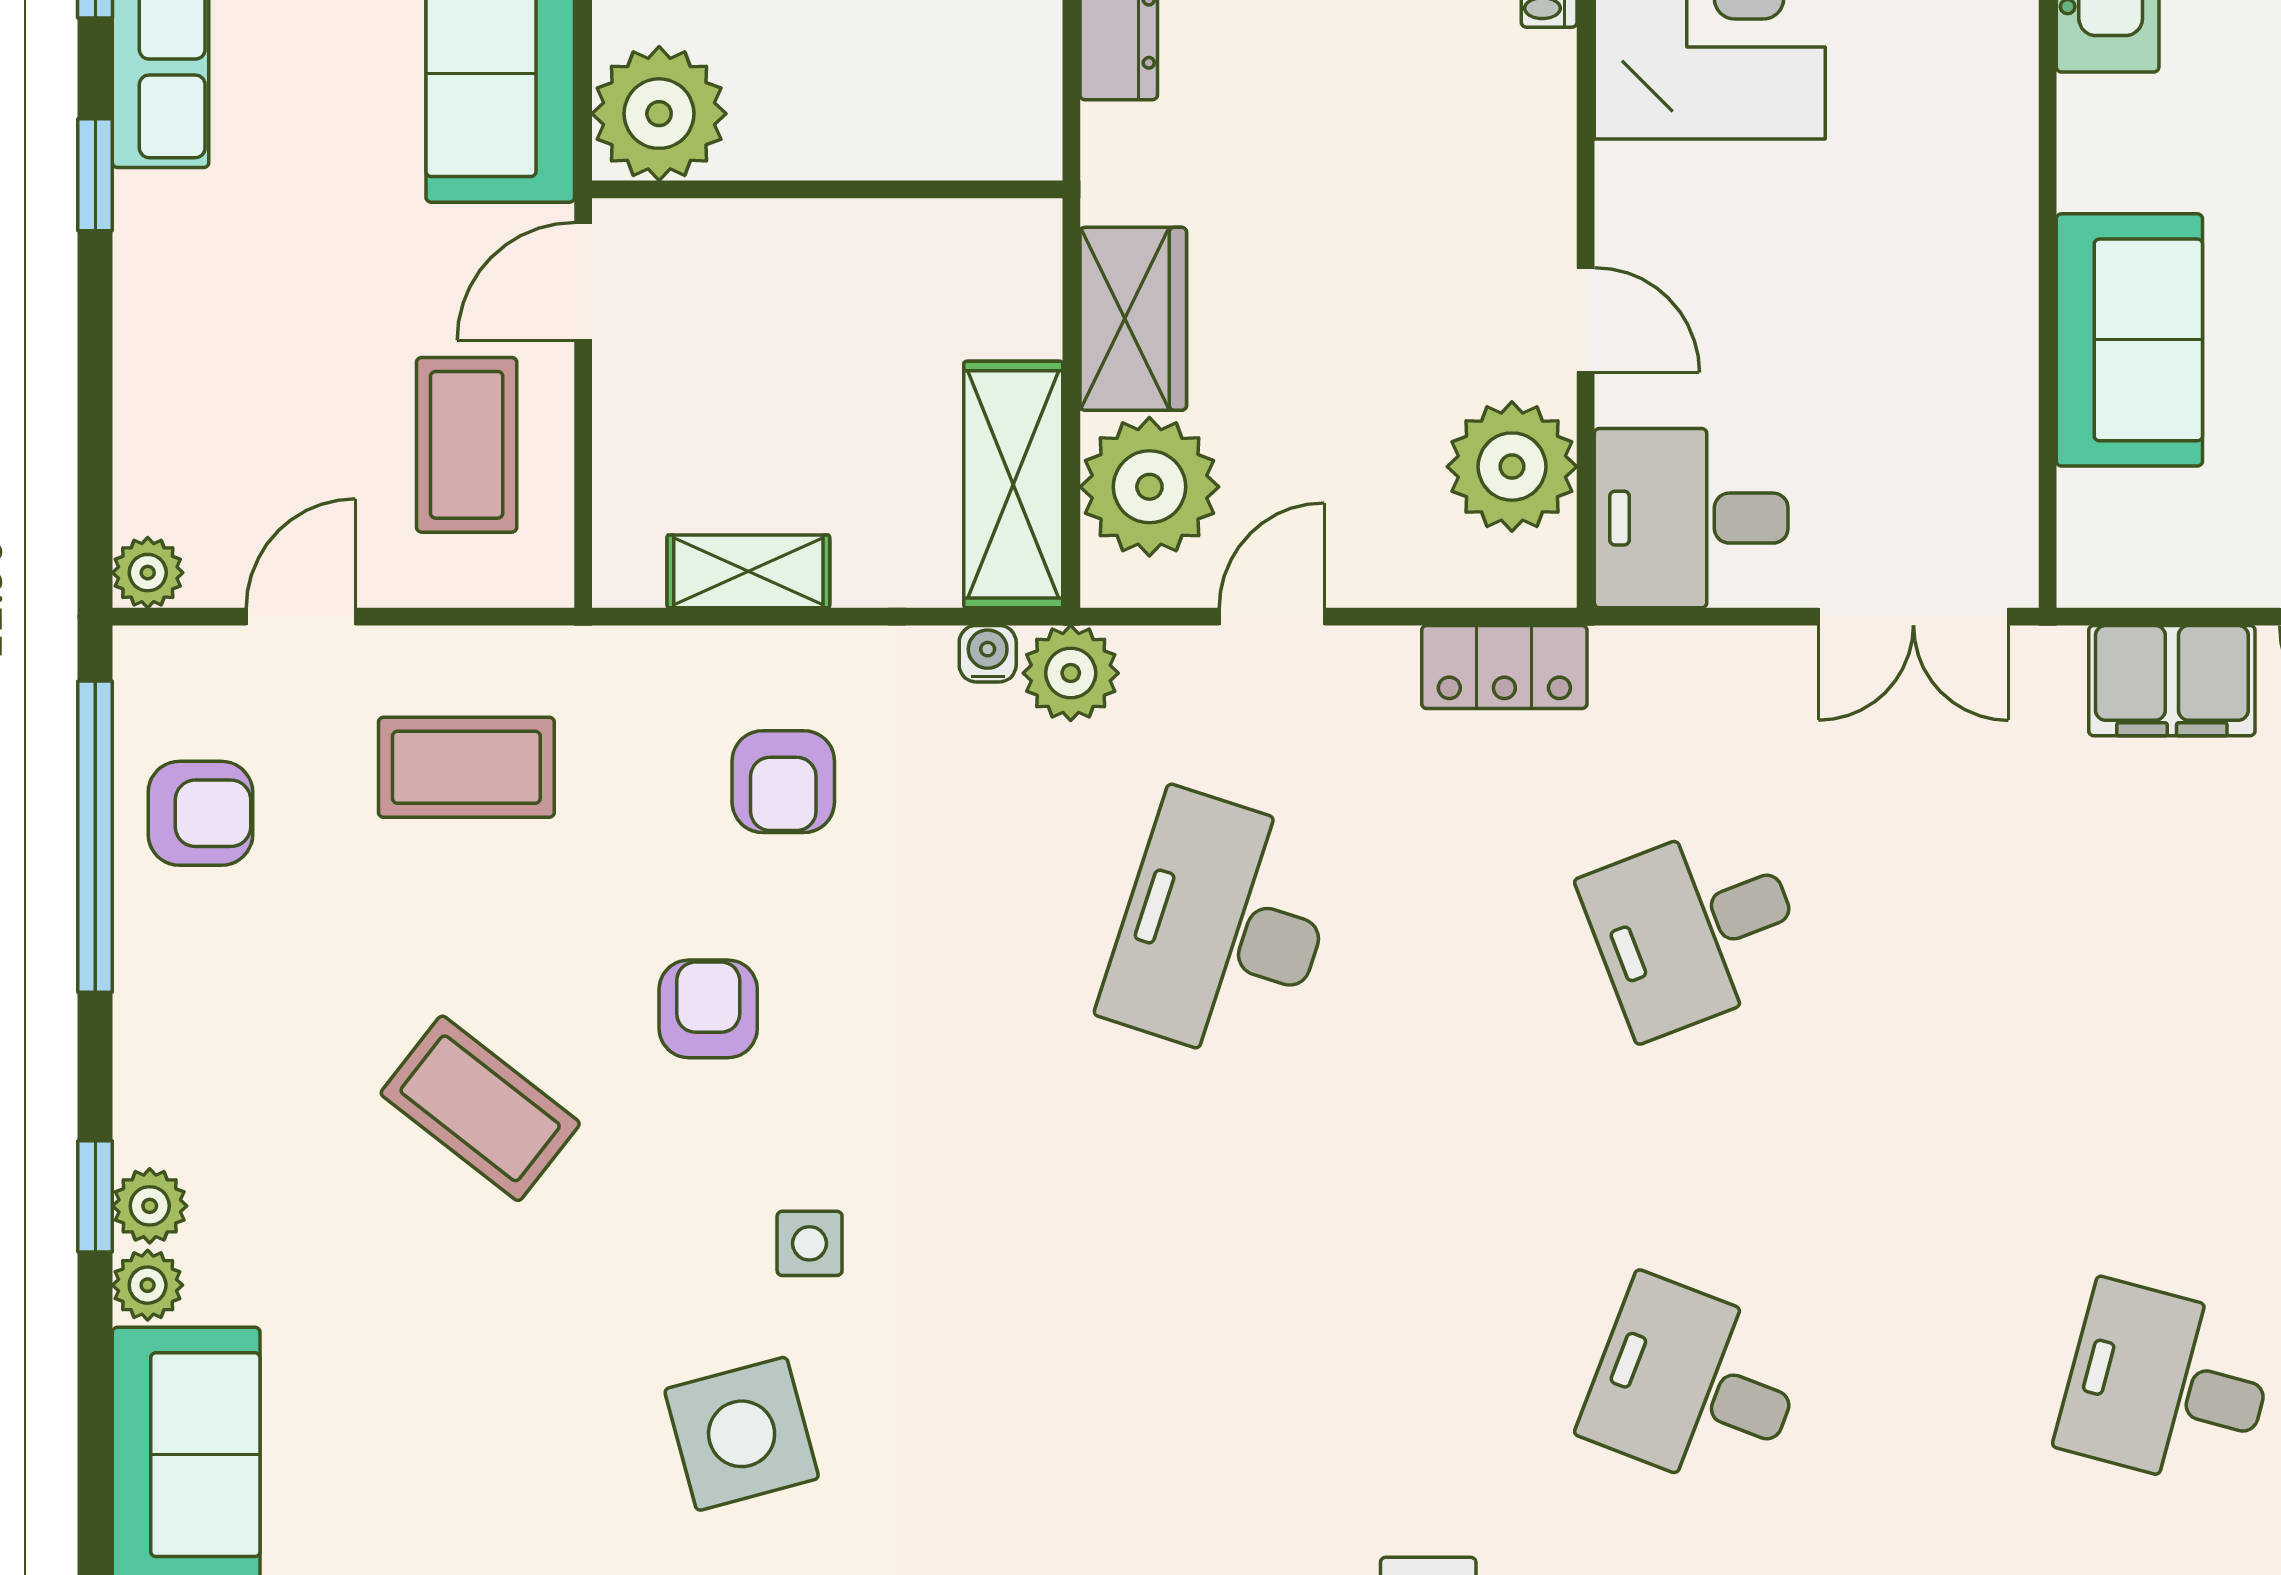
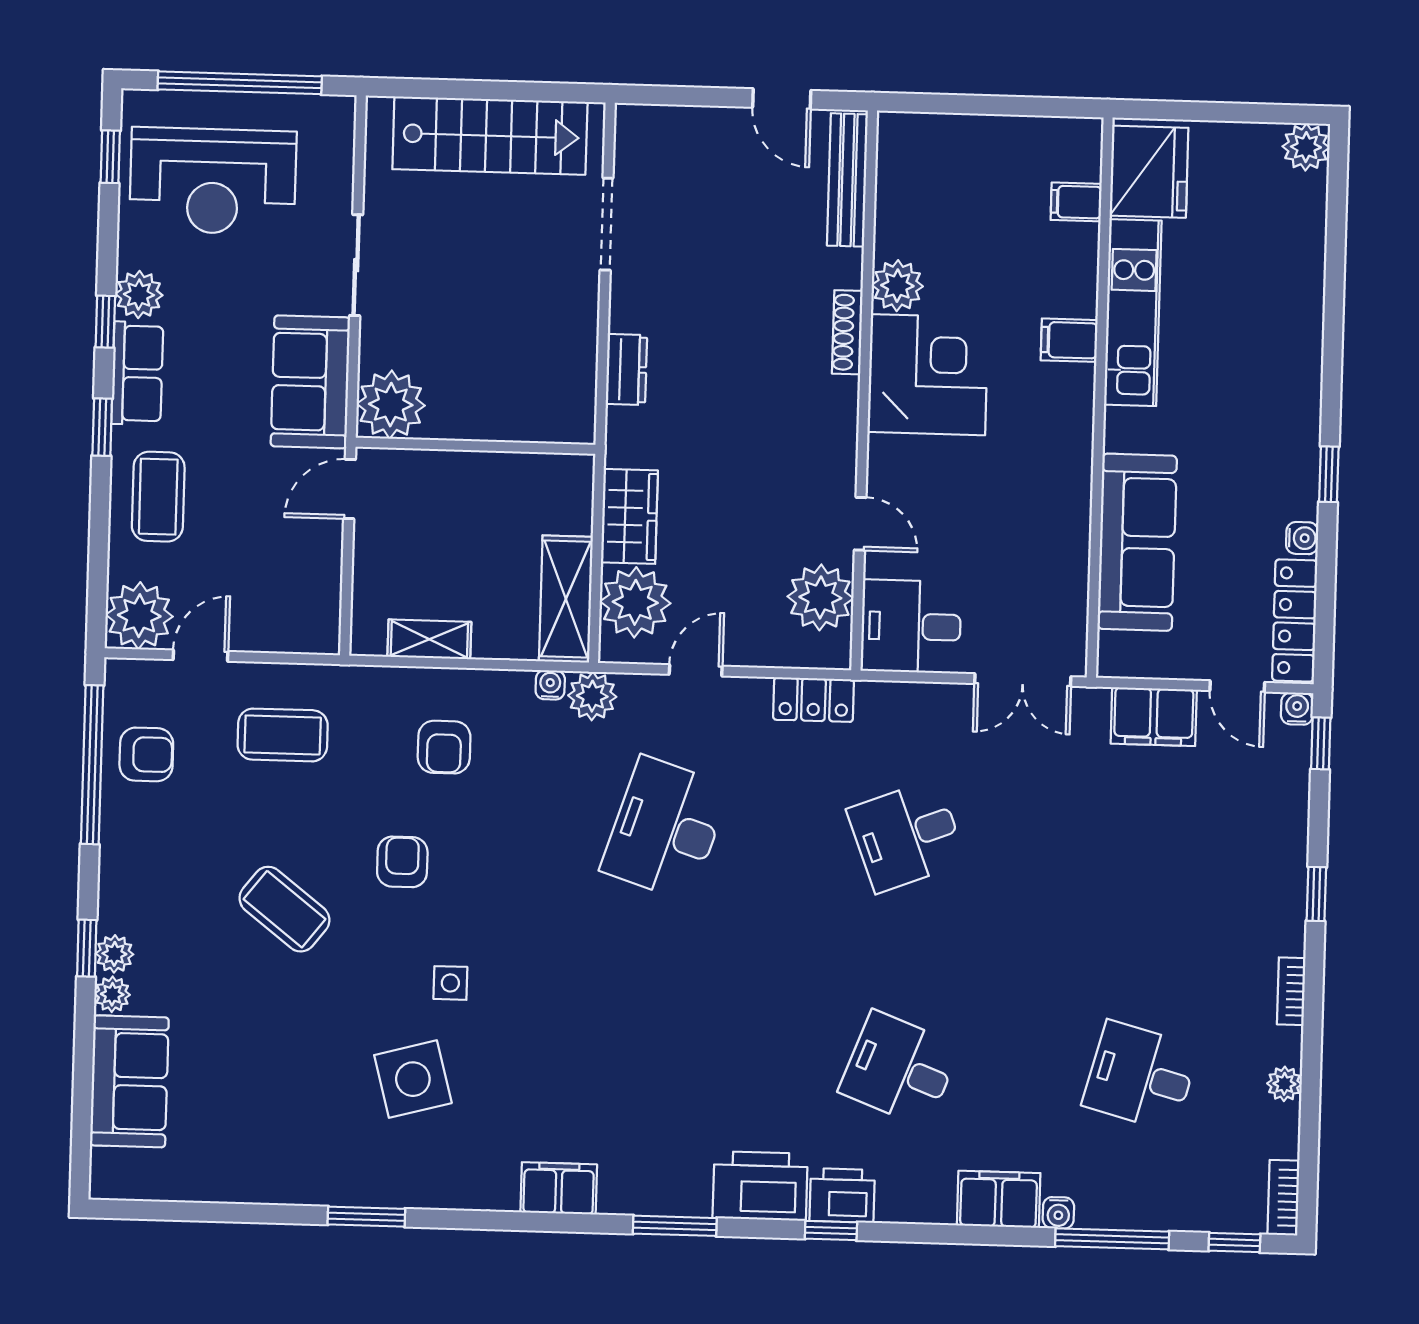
sofa: (2129, 340) -> (1137, 542), width x1.36
coffee table: (467, 445) -> (158, 497), moved
plant: (148, 573) -> (139, 616), width x1.87, depth x1.87

